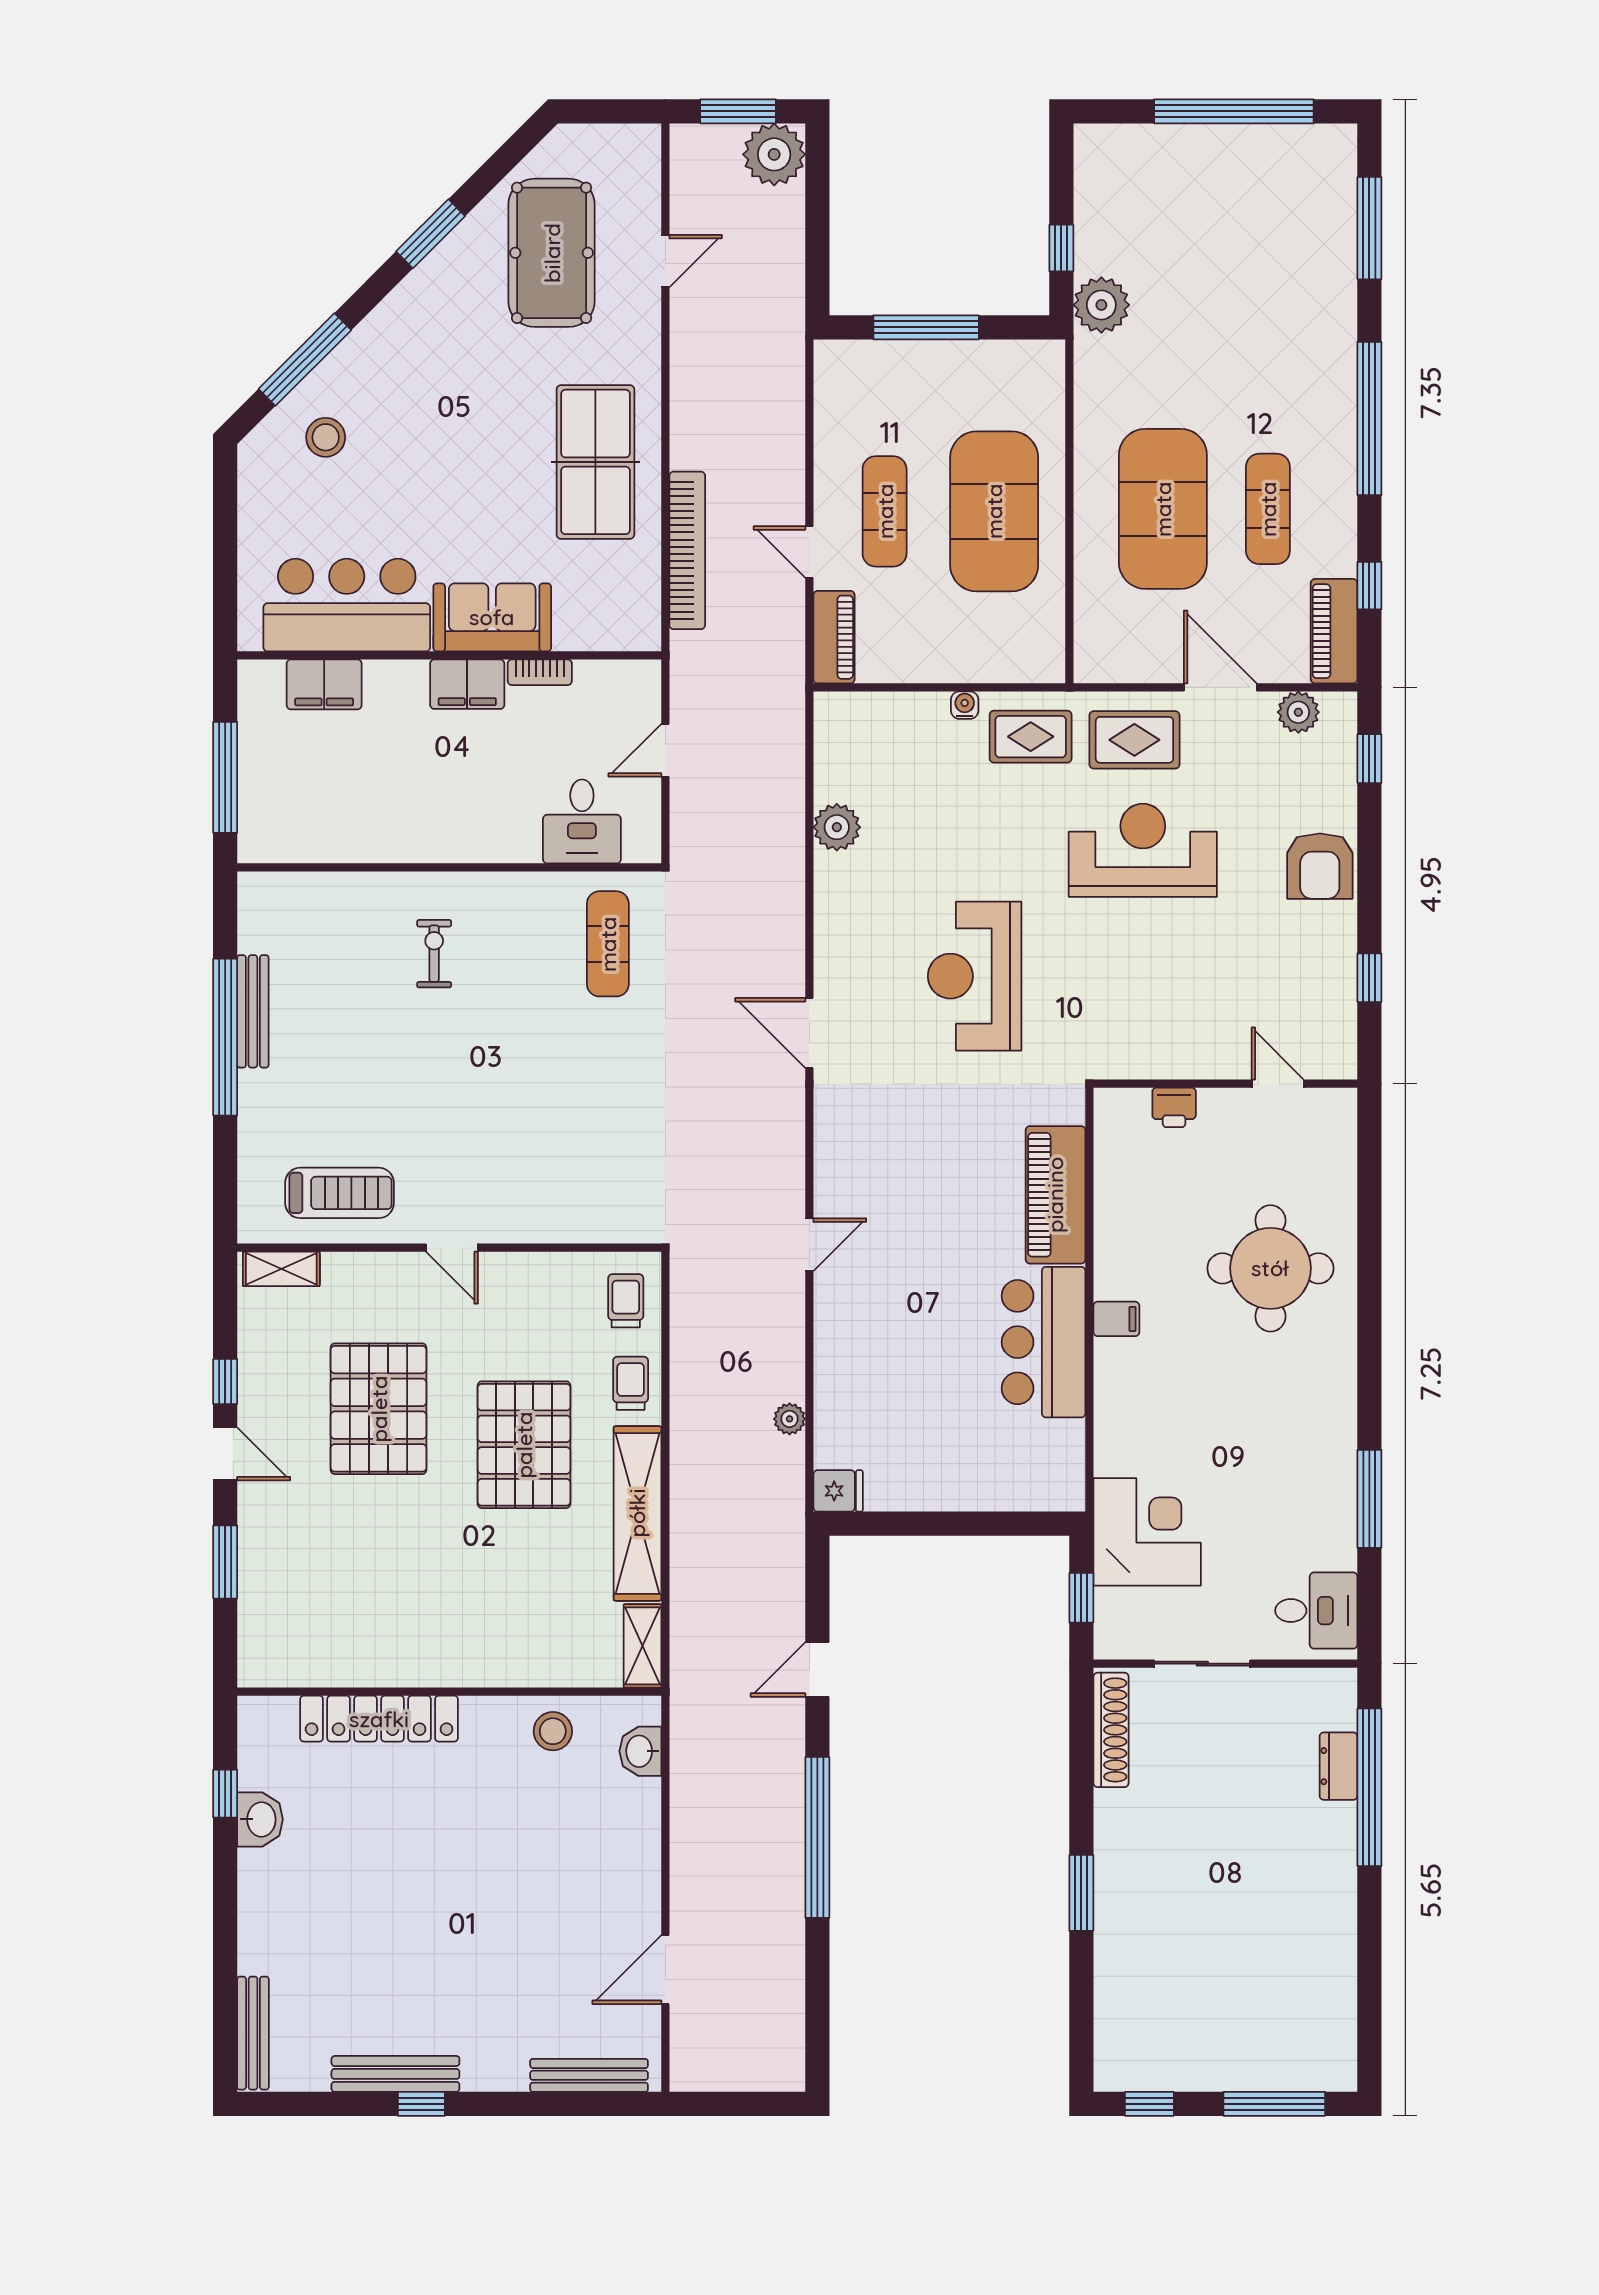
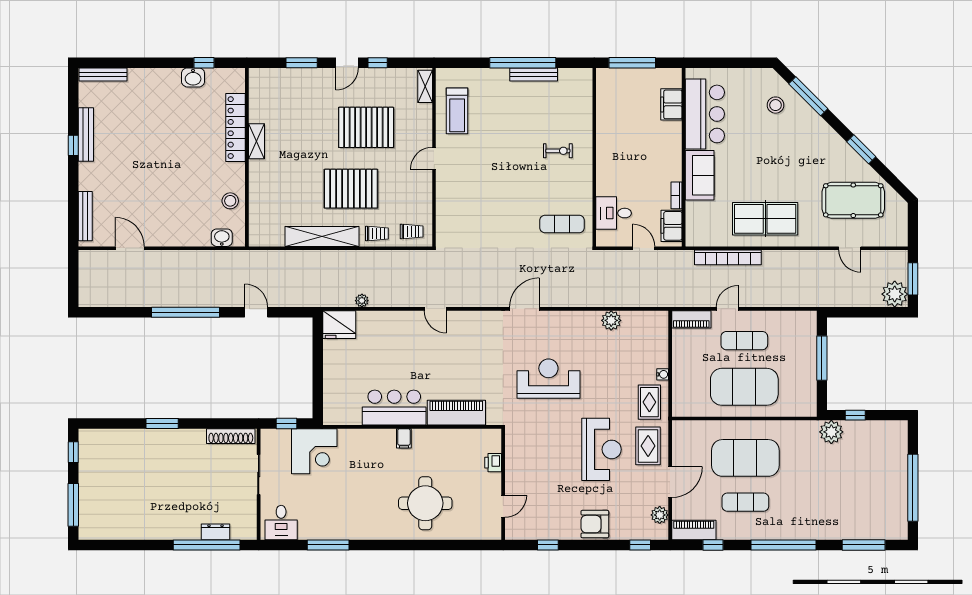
filing cabinet: (467, 684) -> (671, 226), moved
fridge: (838, 1491) -> (339, 325), width x1.88, depth x1.34
shelving: (642, 1646) -> (256, 141), moved, turned 90

